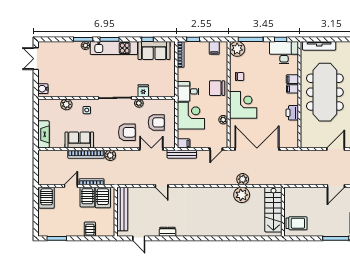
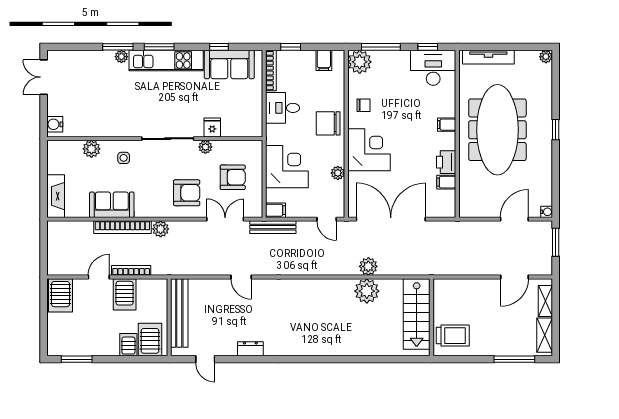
filing cabinet: (292, 79) -> (446, 182), moved
desk: (188, 91) -> (283, 108), moved
door: (216, 149) -> (327, 219), hinge flipped
server rack: (103, 197) -> (150, 340), moved, turned 180

